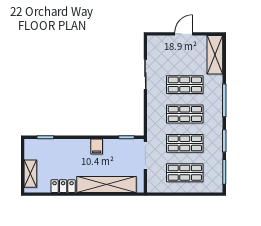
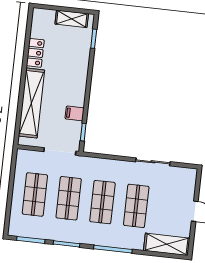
filing cabinet: (97, 146) -> (75, 113), moved
shelving: (30, 174) -> (72, 19), moved

